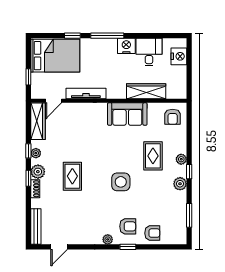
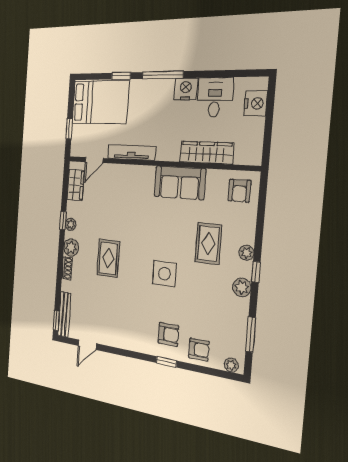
wardrobe: (38, 121) -> (76, 185), width x0.67
window: (28, 178) -> (56, 321), moved
plant: (108, 239) -> (231, 365), moved

